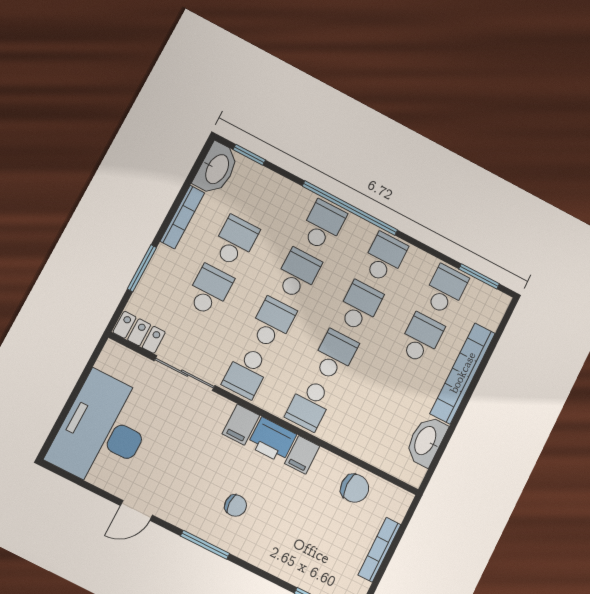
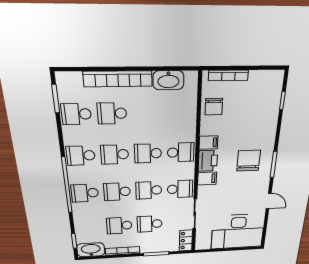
chair: (355, 488) -> (214, 107), turned 180
chair: (236, 506) -> (249, 161), width x1.87, depth x1.87
bookcase: (379, 550) -> (228, 75), moved

